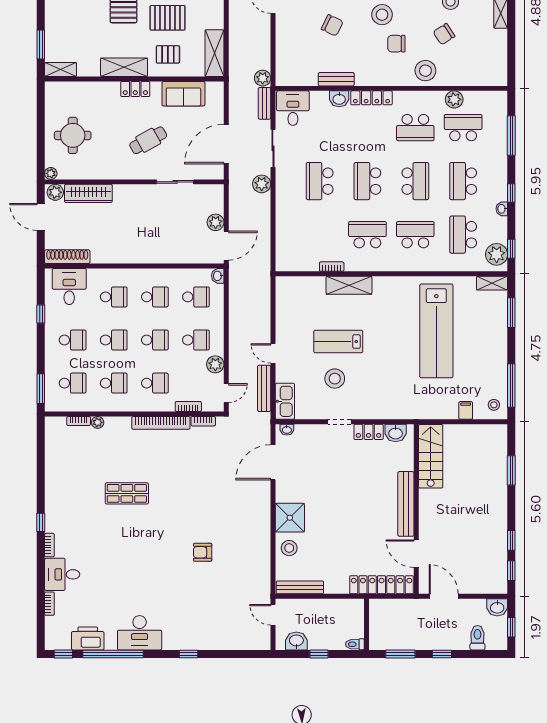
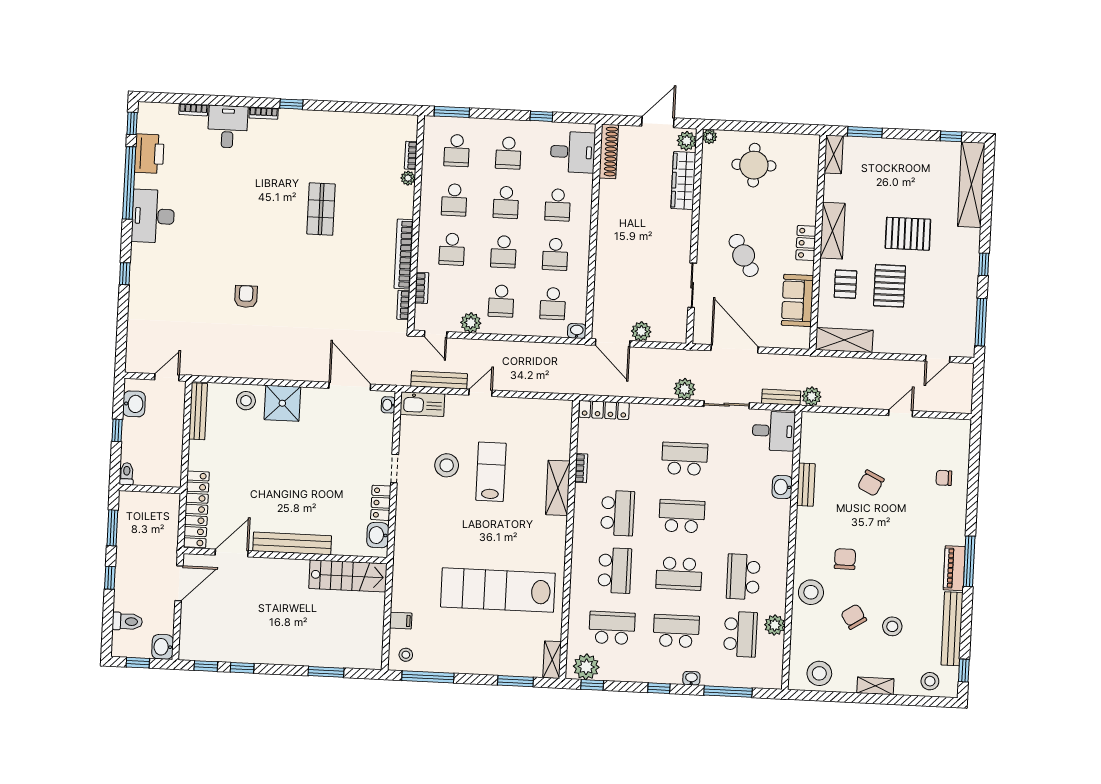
stool: (382, 15) -> (819, 673), moved
locker: (371, 98) -> (604, 410), moved, turned -90
washbasin: (502, 209) -> (691, 678), moved

